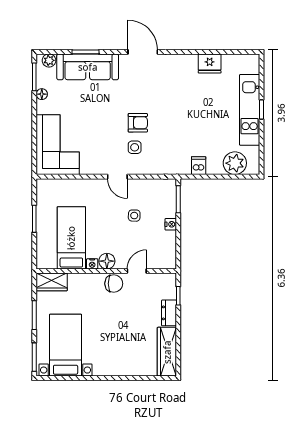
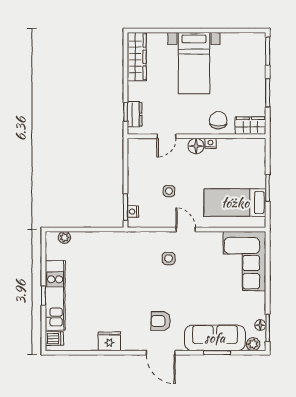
fridge: (210, 63) -> (109, 341), moved
floor lamp: (42, 94) -> (260, 325), moved
armchair: (138, 123) -> (161, 321), moved
plant: (235, 163) -> (64, 237), width x0.53, depth x0.53
dishwasher: (199, 166) -> (54, 339), moved, turned -90
nightstand: (171, 224) -> (133, 212), moved
bed: (71, 238) -> (235, 203), moved, turned 90
chair: (114, 284) -> (218, 120), moved, turned 90
dresser: (169, 313) -> (135, 114), moved
bed with nightstands: (66, 345) -> (194, 63), moved

